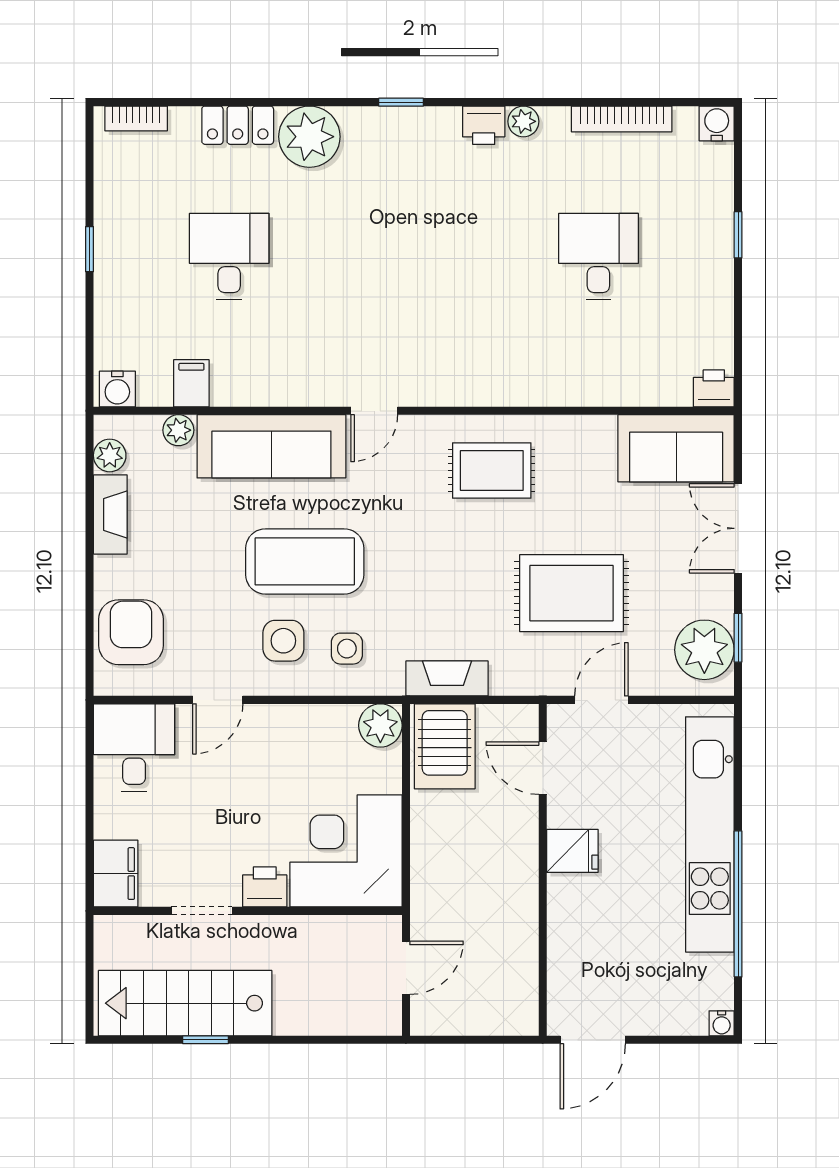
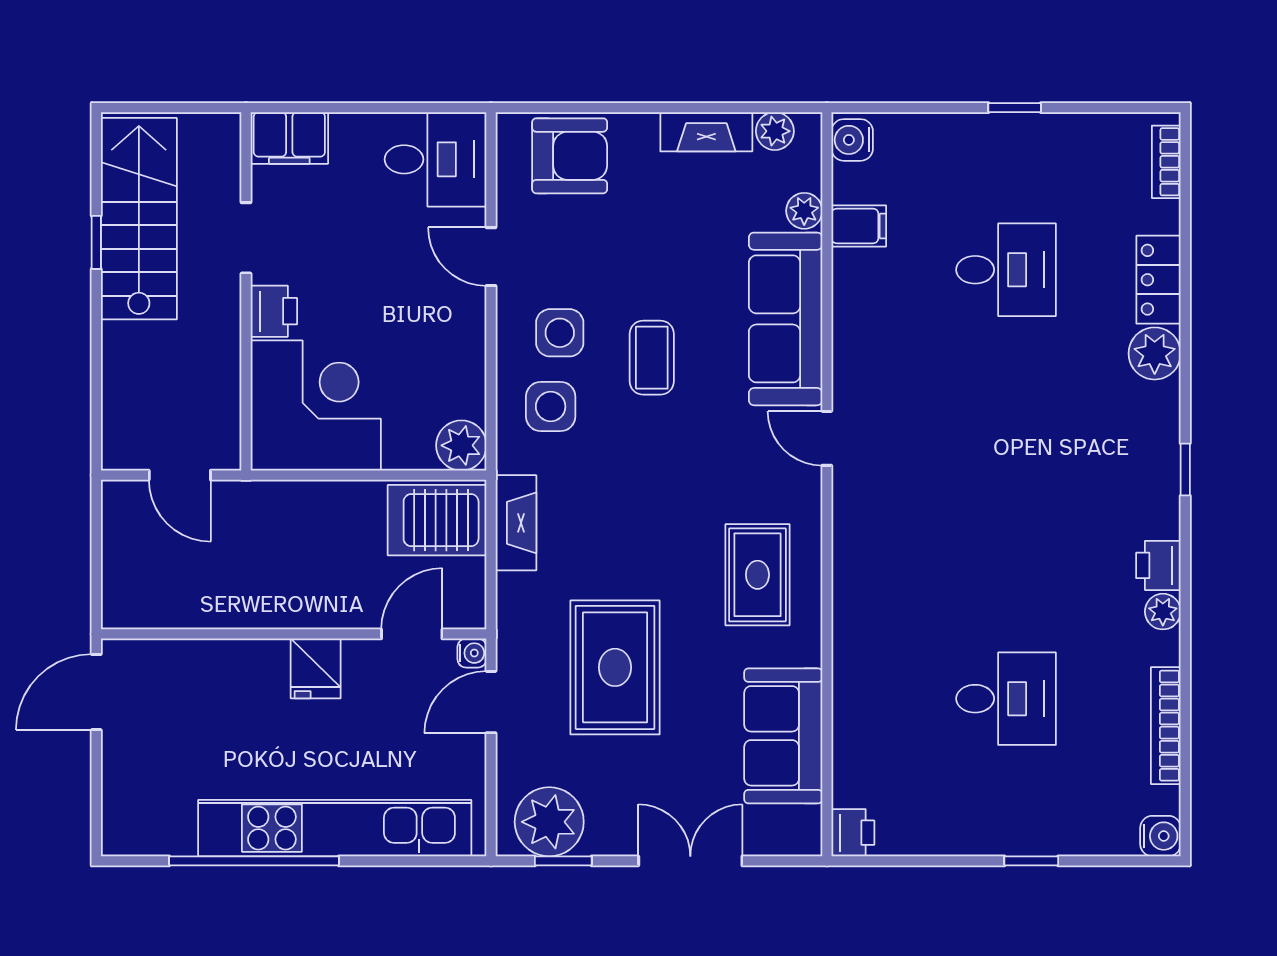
plant: (309, 137) -> (1155, 353), width x0.73, depth x0.73
sofa: (676, 448) -> (783, 736), moved
coffee table: (305, 561) -> (652, 358), width x0.54, depth x0.58
side table: (347, 649) -> (551, 407), width x1.37, depth x1.37
door: (601, 700) -> (491, 702), swing flipped
water cooler: (722, 1023) -> (472, 653), moved, turned 180
door: (593, 1040) -> (96, 692), hinge flipped

